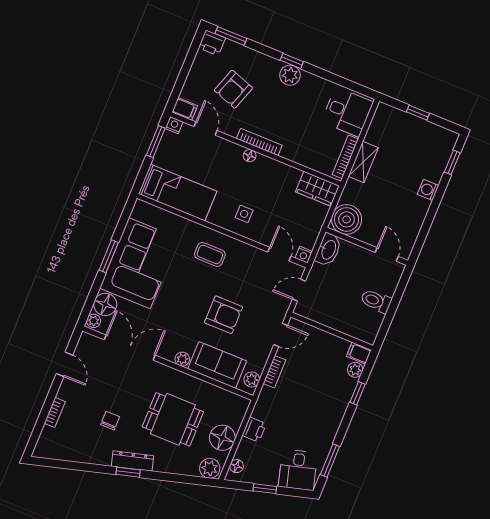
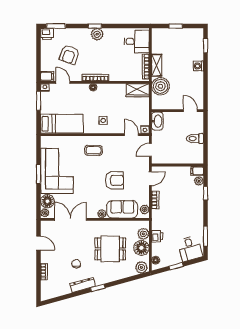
boiler: (347, 219) -> (160, 86), moved
plant: (234, 417) -> (143, 234), added
dresser: (132, 461) -> (83, 285), moved

